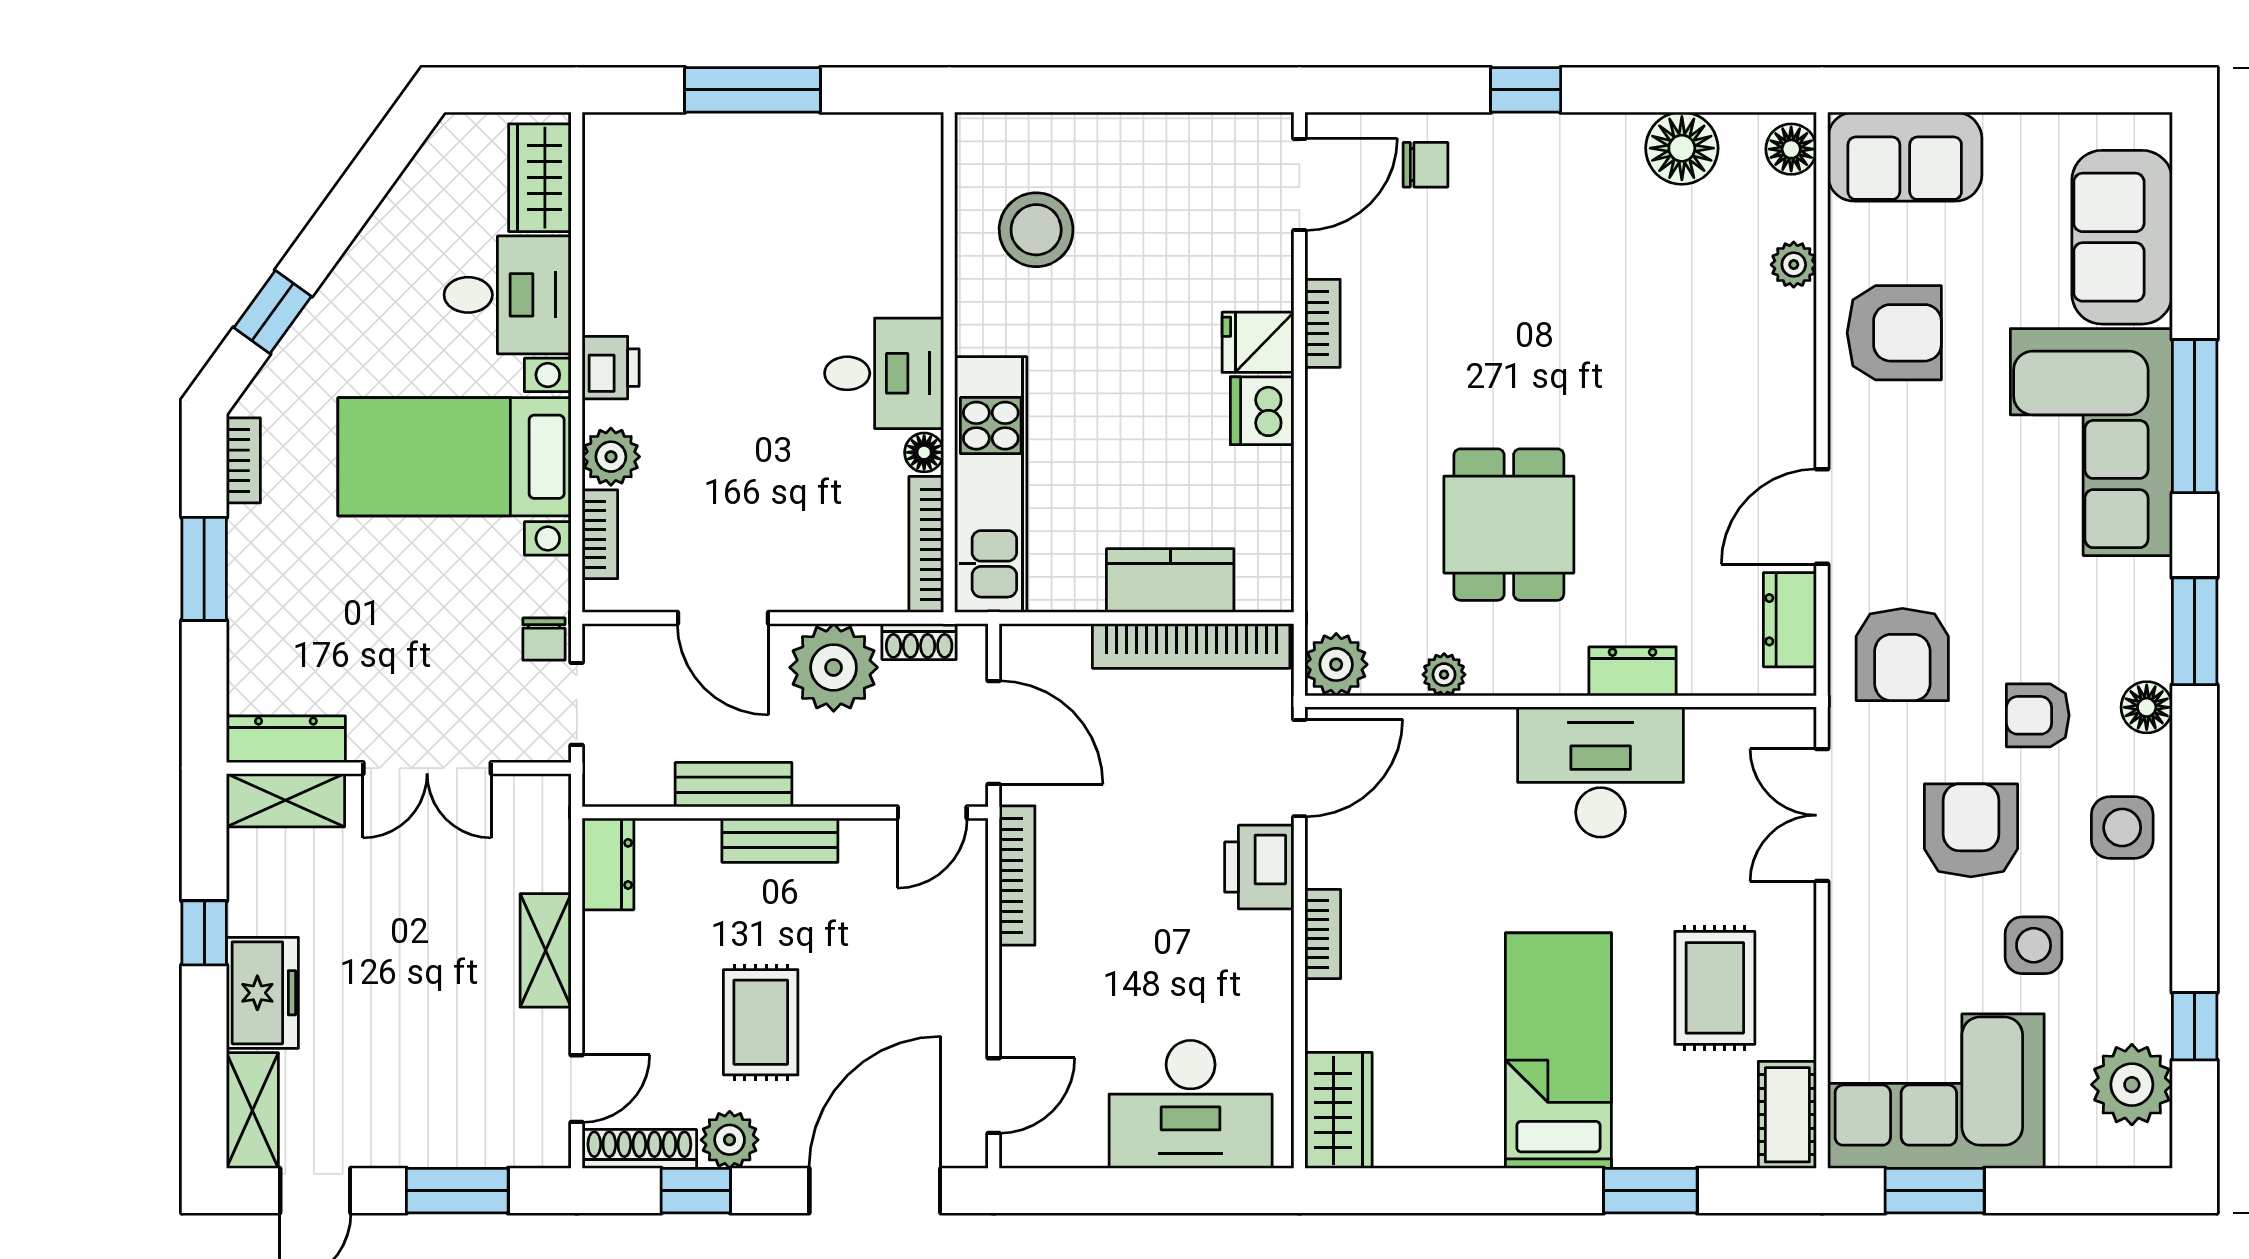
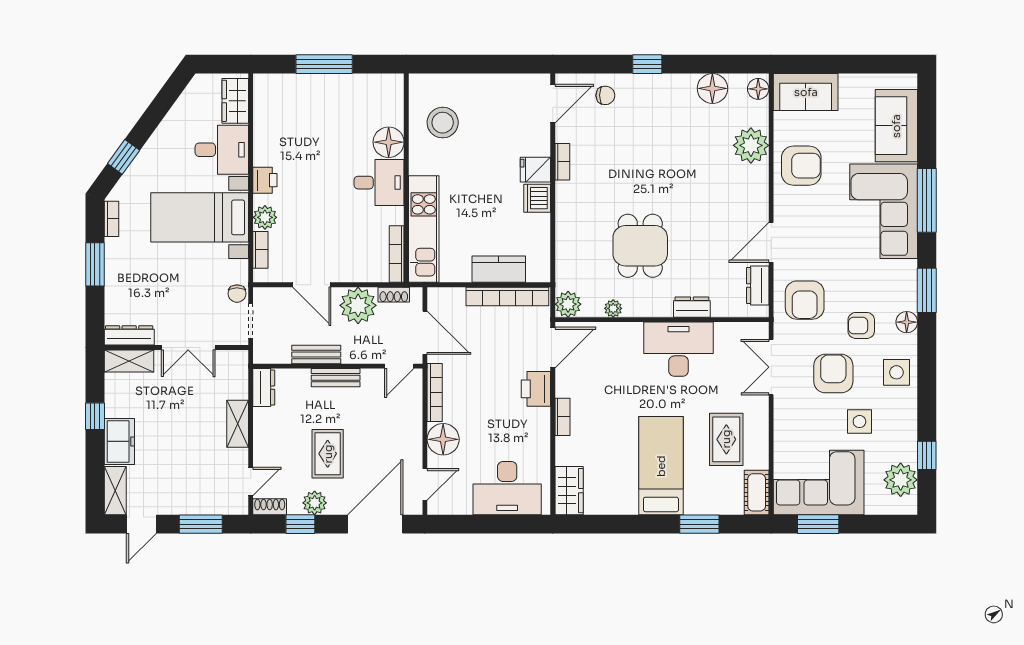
plant: (1794, 265) -> (751, 145), width x1.88, depth x1.88
floor lamp: (924, 452) -> (389, 142), moved, width x1.89, depth x1.89
floor lamp: (1037, 988) -> (443, 439), added
shoe rack: (639, 1149) -> (270, 507), width x0.70

